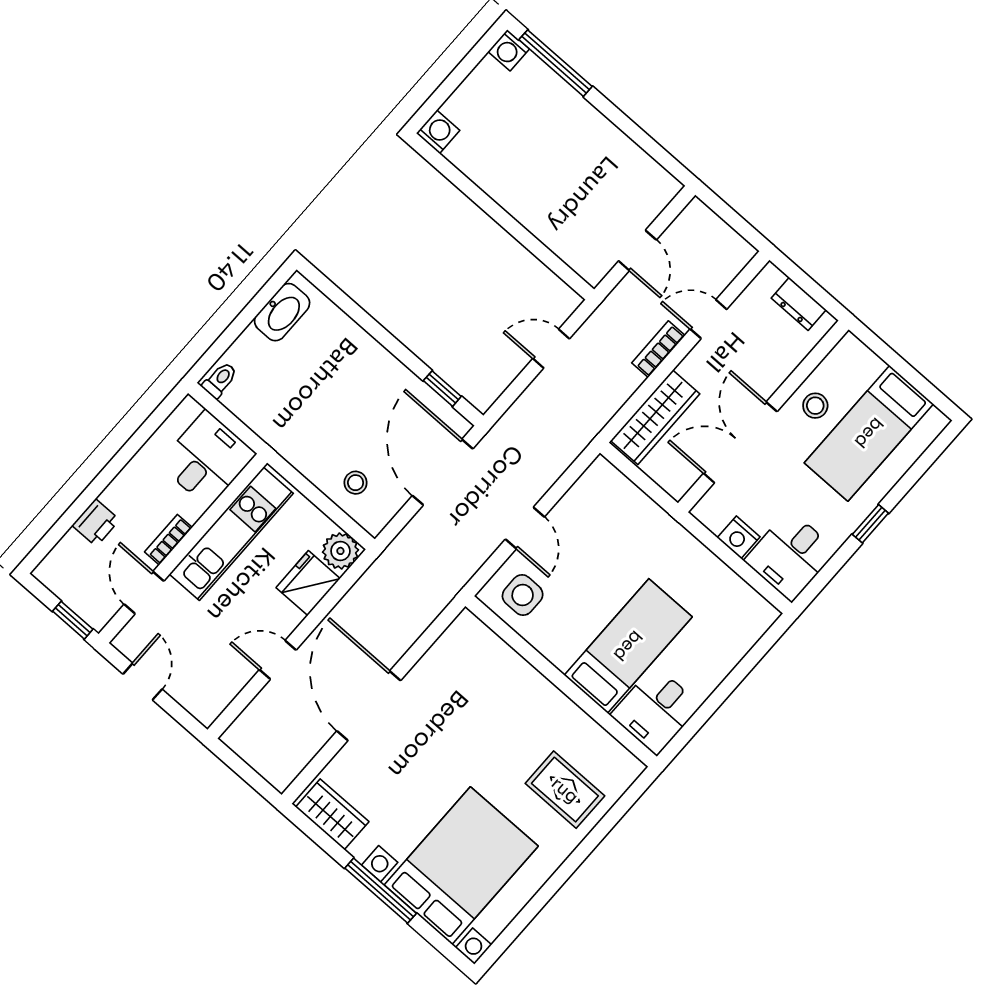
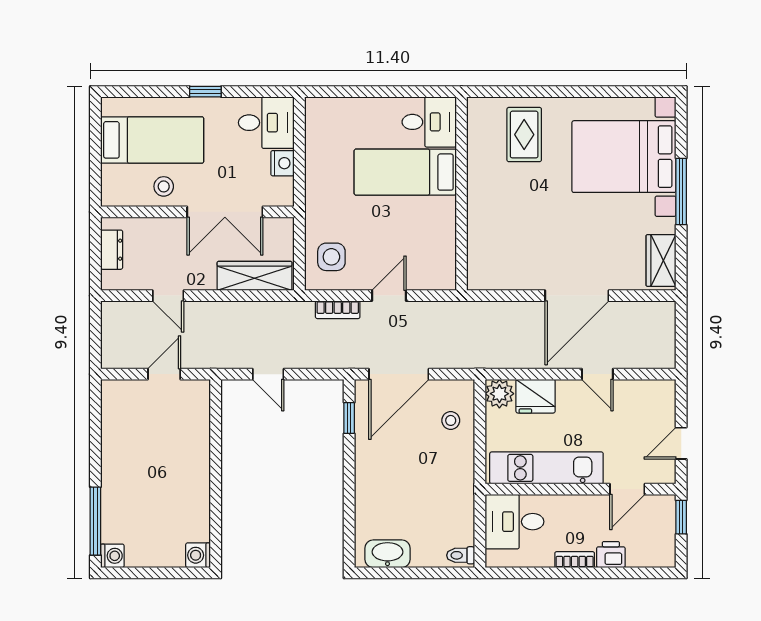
bookcase: (658, 349) -> (338, 310), moved
bookcase: (168, 540) -> (575, 560), moved, turned 180
side table: (523, 595) -> (331, 257), moved

